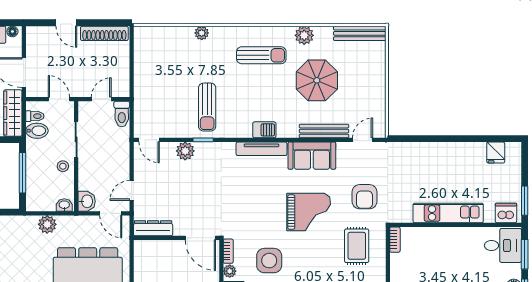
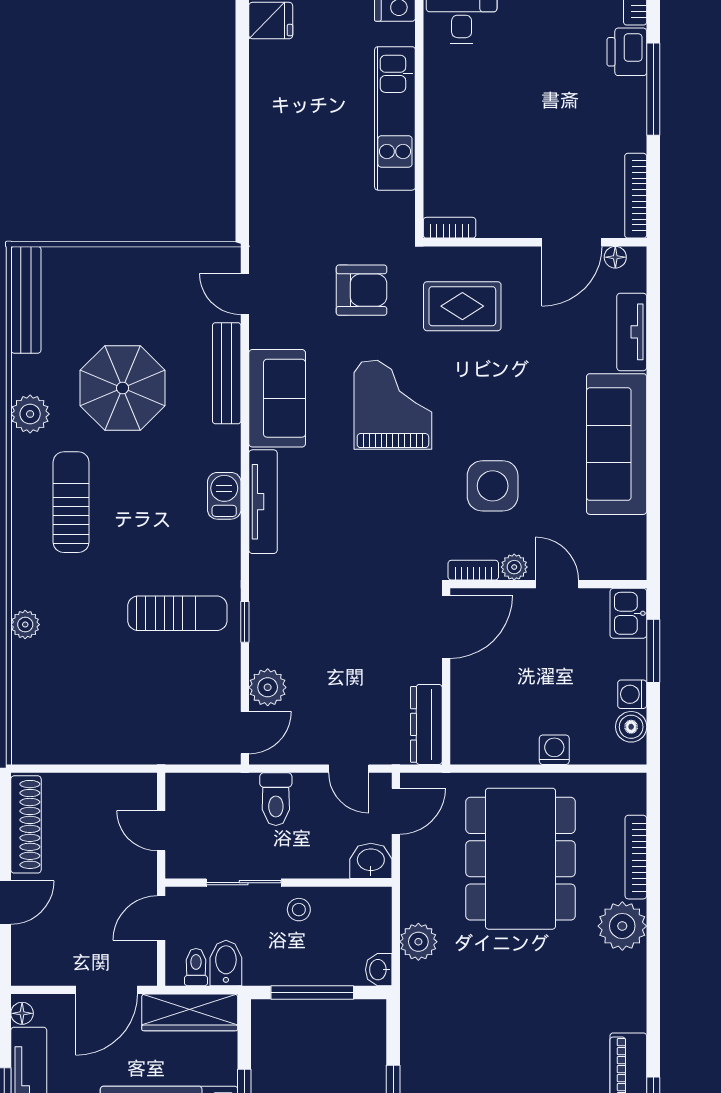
toilet: (122, 114) -> (276, 799), moved, turned 90
plant: (185, 151) -> (268, 687), moved
washbasin: (64, 205) -> (379, 970), moved

